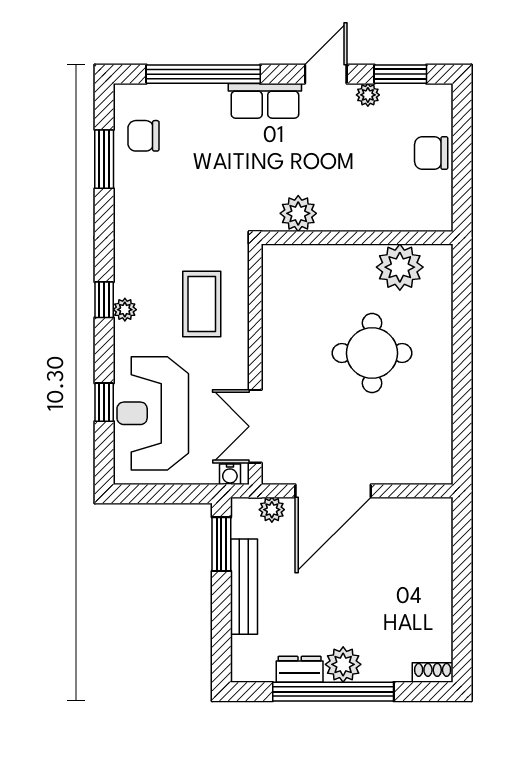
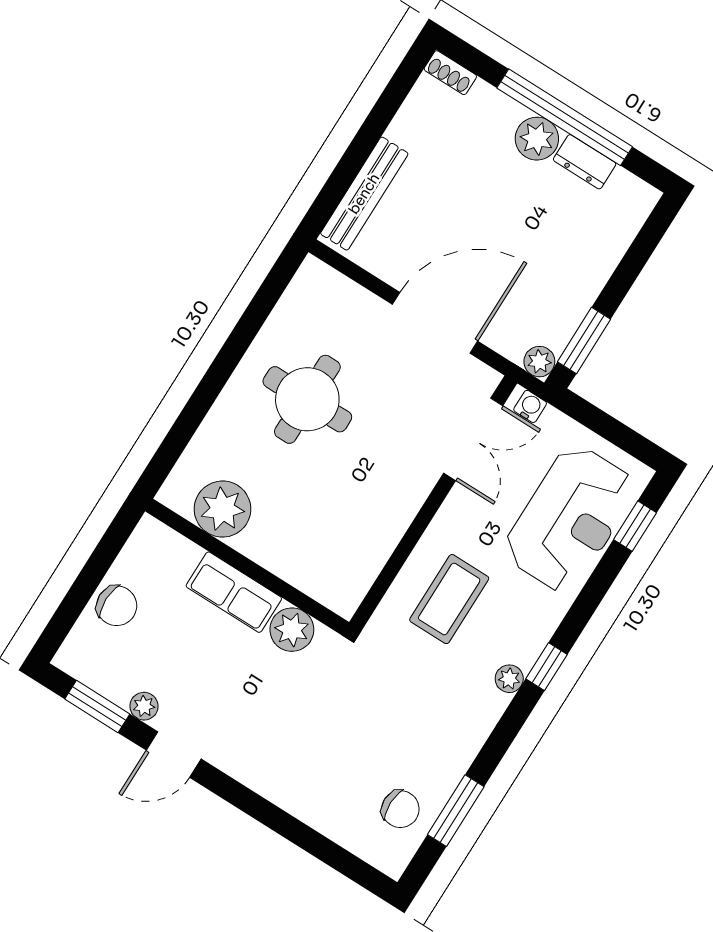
window: (203, 74) -> (299, 834), removed
row of seats: (265, 101) -> (234, 592), moved, turned 180
plant: (125, 310) -> (509, 679), moved
round table: (372, 353) -> (307, 399), moved
window: (104, 402) -> (635, 526), moved
plant: (272, 510) -> (539, 362), moved
bench: (244, 587) -> (364, 194), moved

